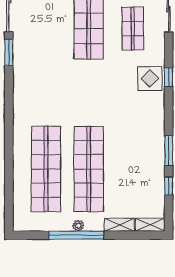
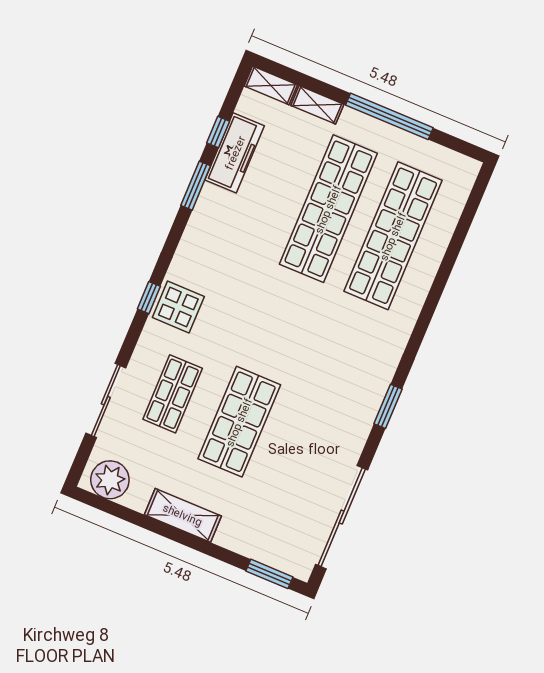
window: (9, 53) -> (388, 406), moved
freezer: (154, 178) -> (235, 153), added
plant: (78, 226) -> (380, 129), removed

